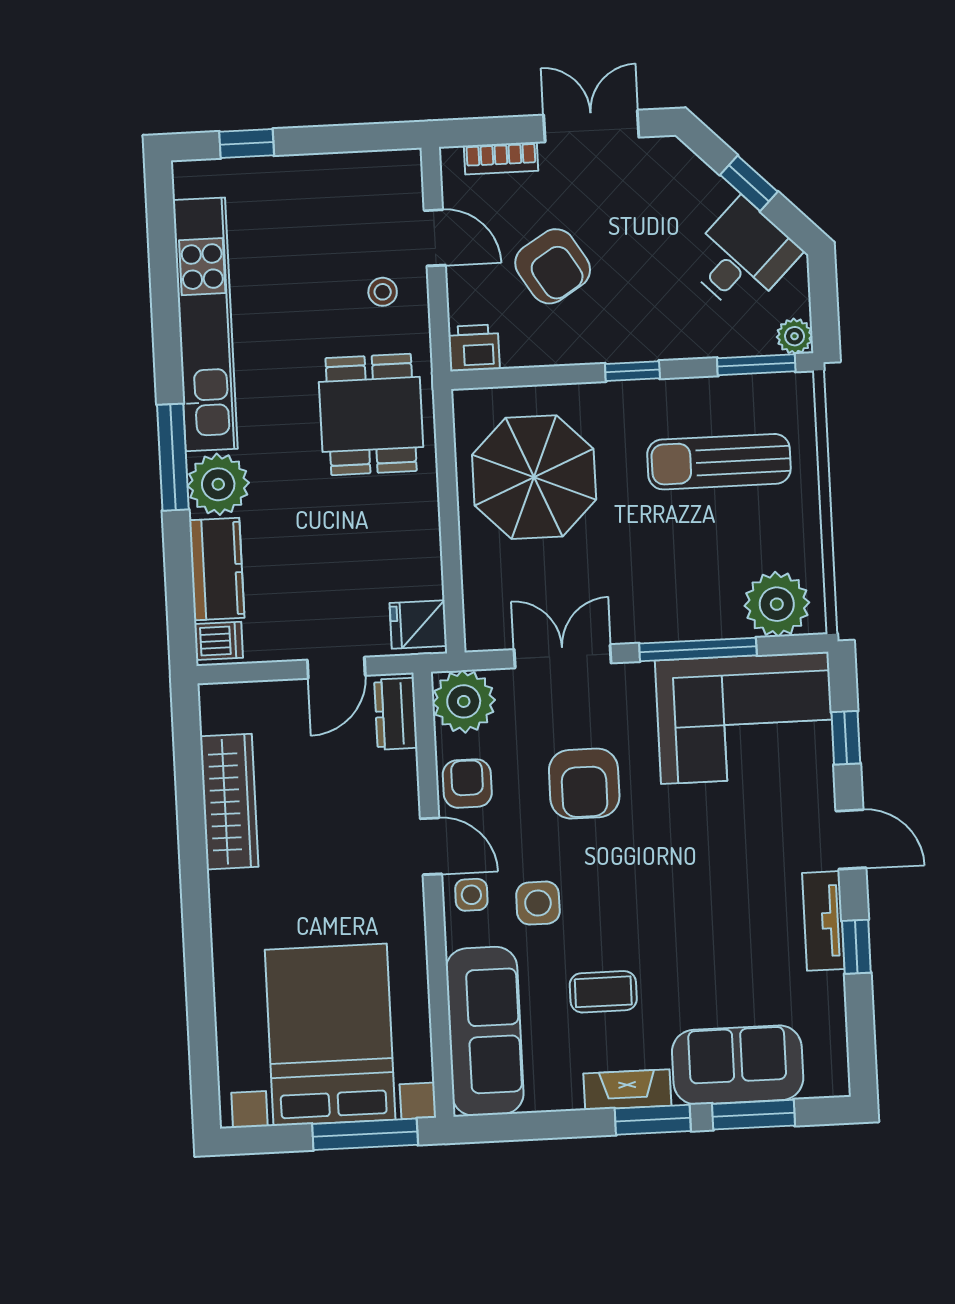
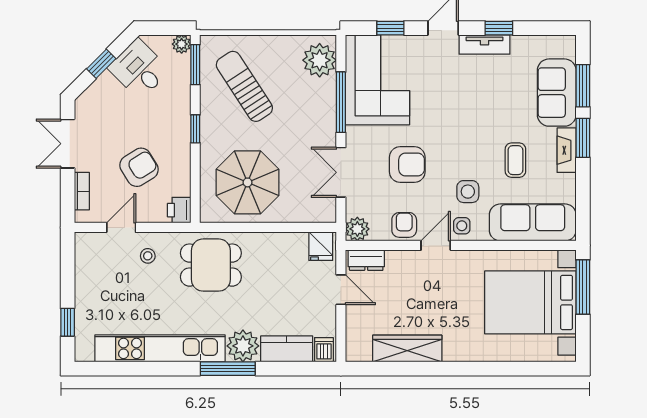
sun lounger: (719, 462) -> (244, 86), turned 147
plant: (464, 701) -> (357, 229), width x0.73, depth x0.73
armchair: (467, 784) -> (404, 225), turned 90

